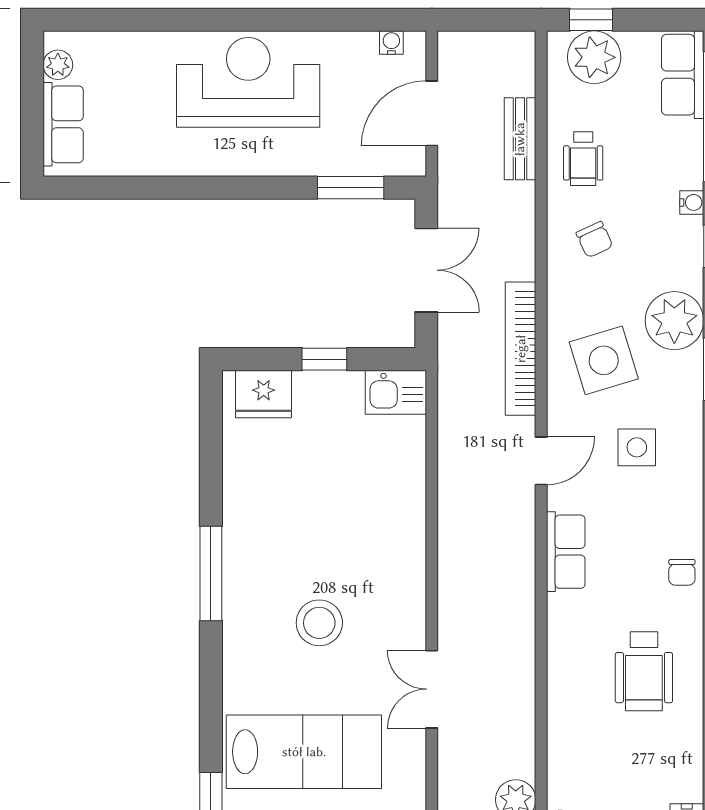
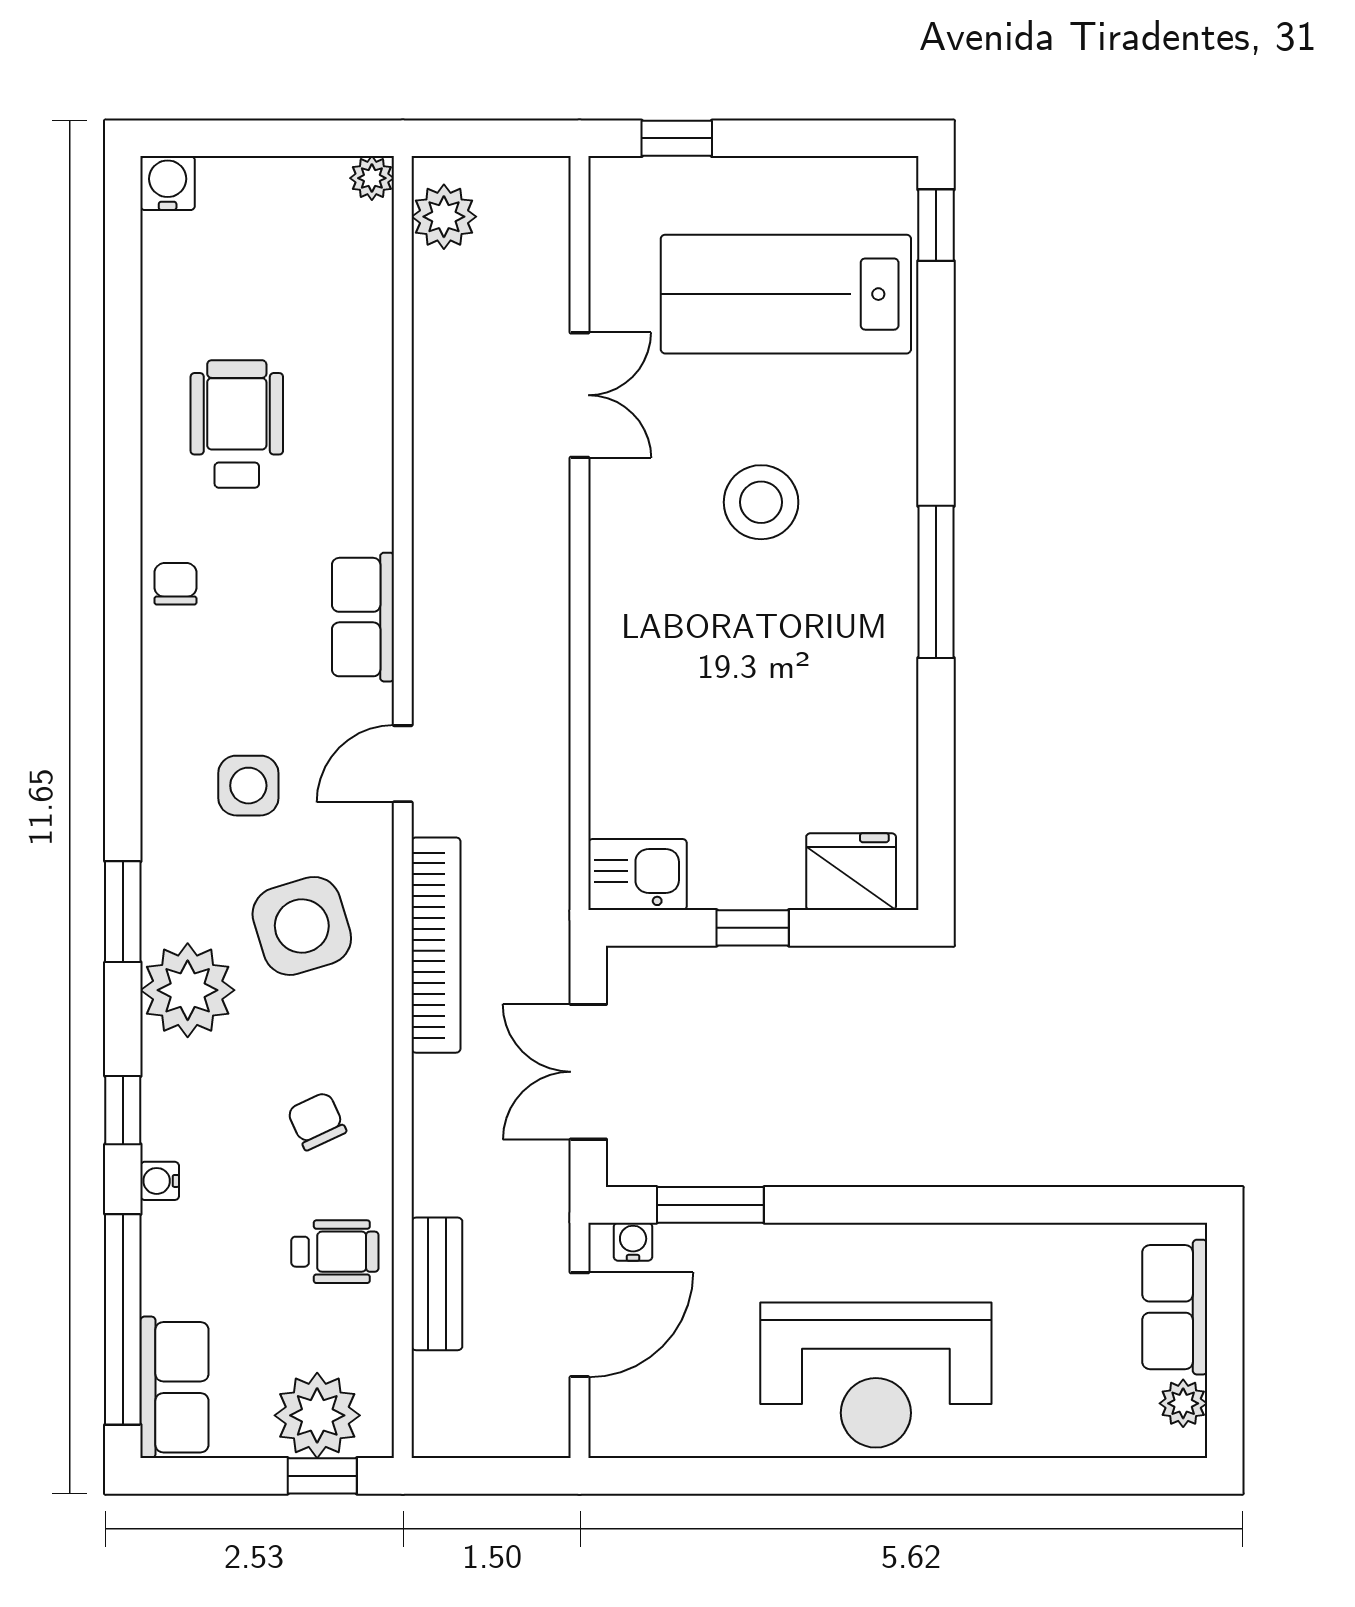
water cooler: (391, 43) -> (633, 1242), moved, turned 180
wheelchair: (583, 159) -> (335, 1252), turned 90

